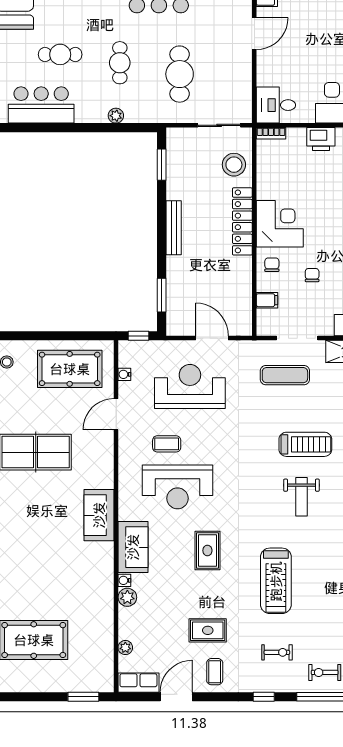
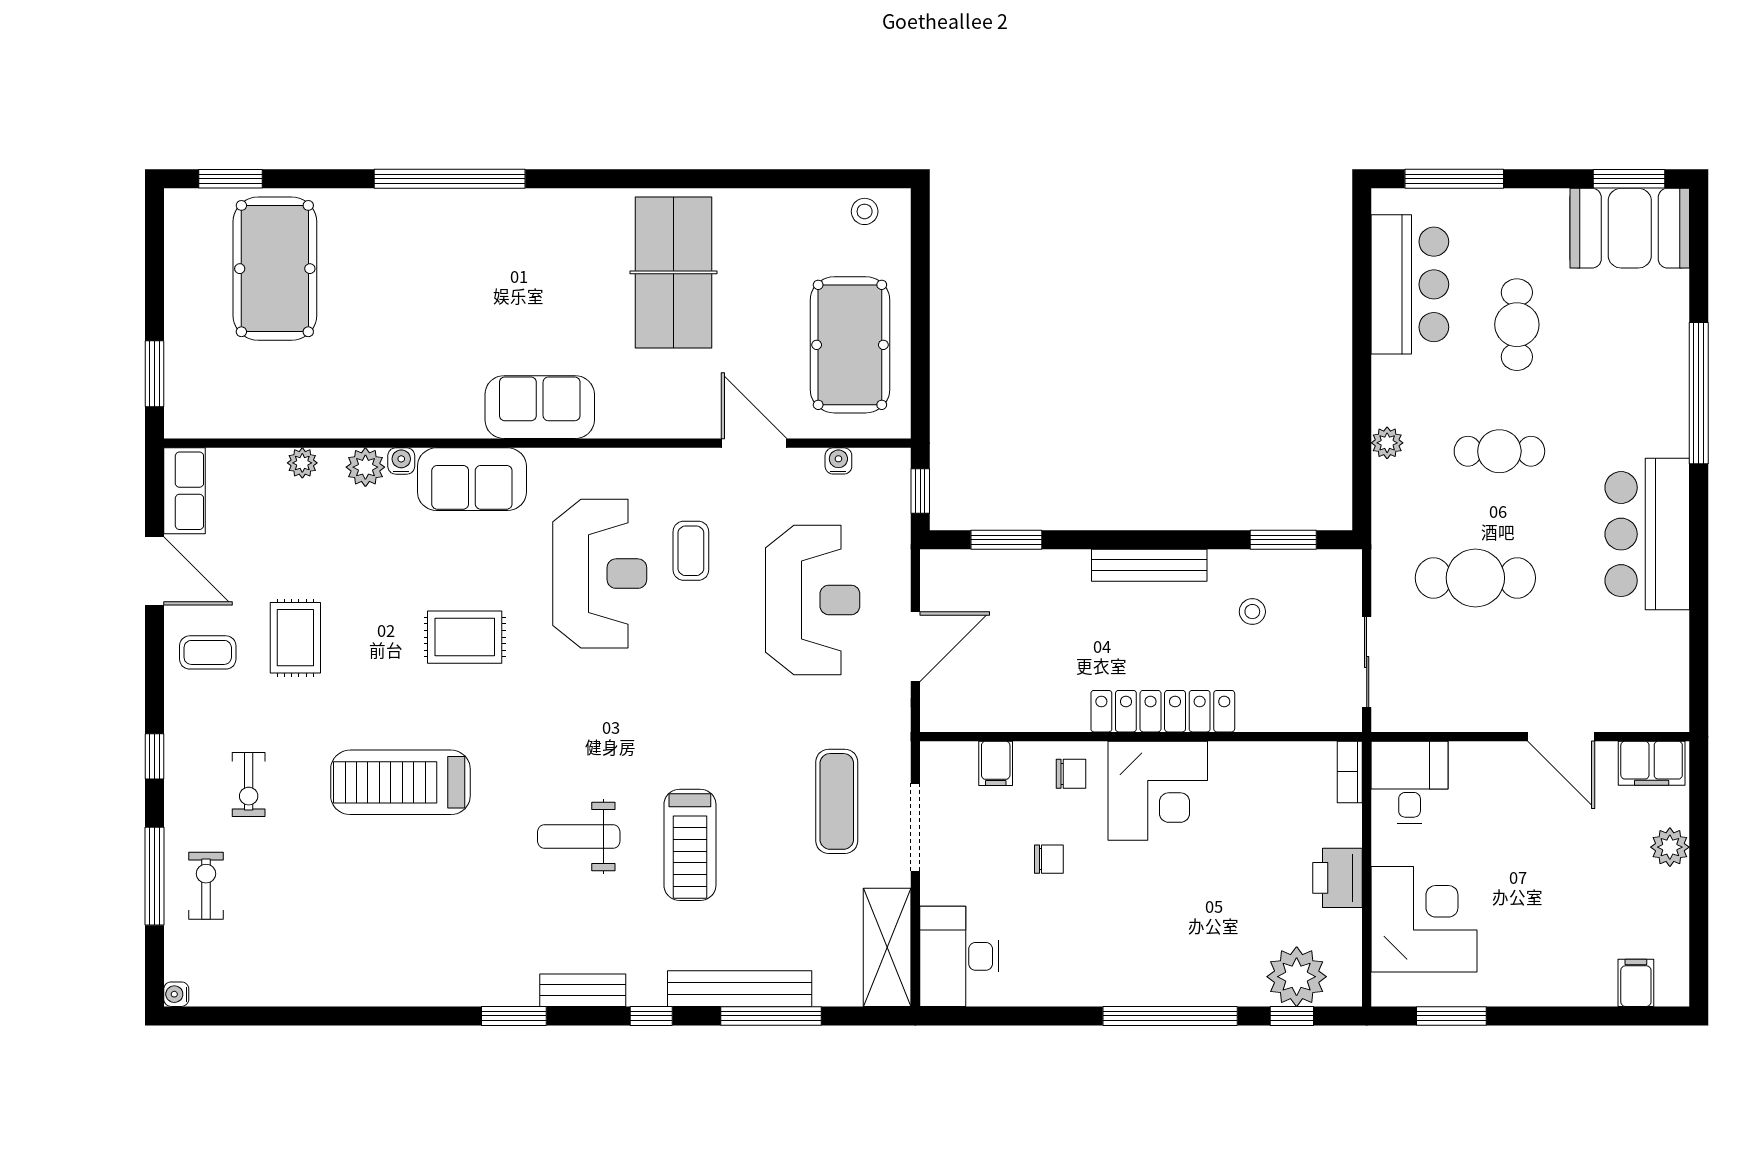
stool: (234, 165) -> (1252, 612), moved, width x0.53, depth x0.53
reception desk: (177, 487) -> (600, 574), turned 180
plant: (125, 648) -> (302, 463), moved

